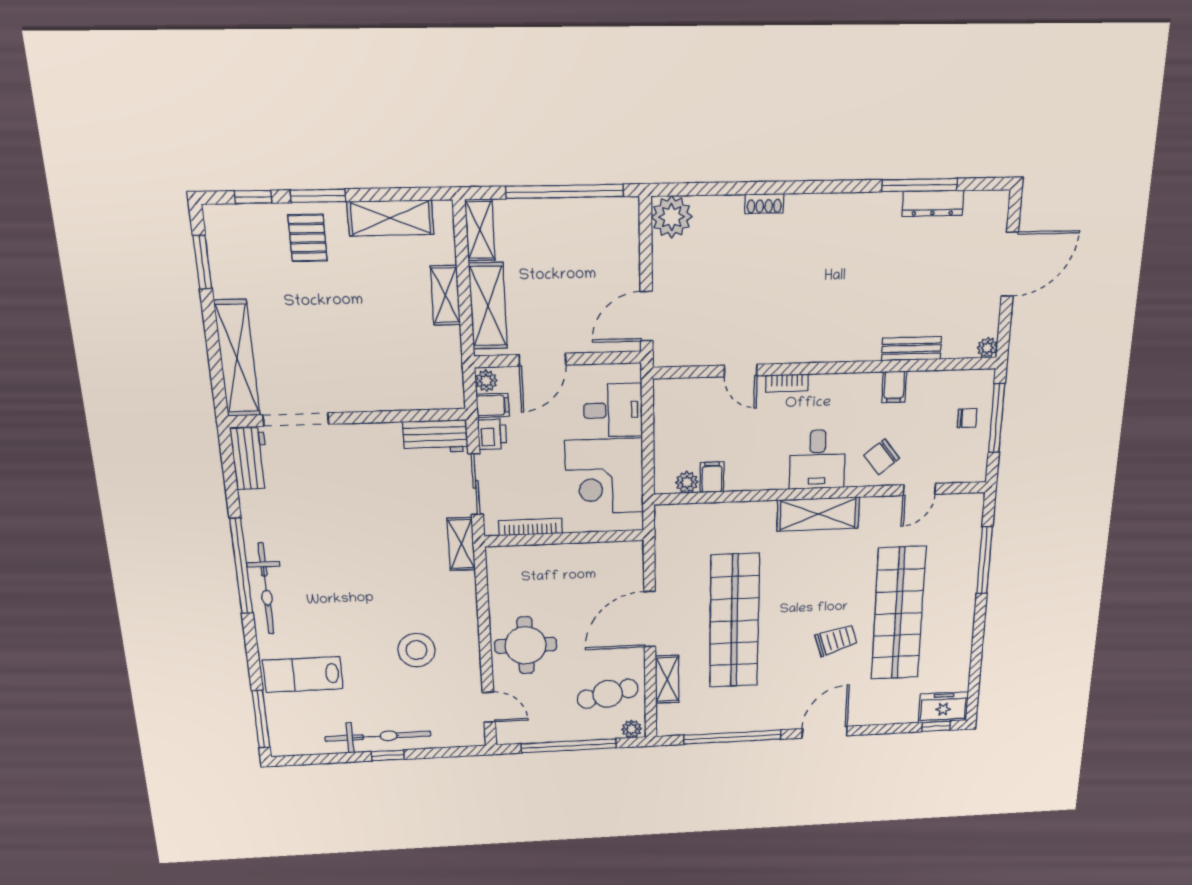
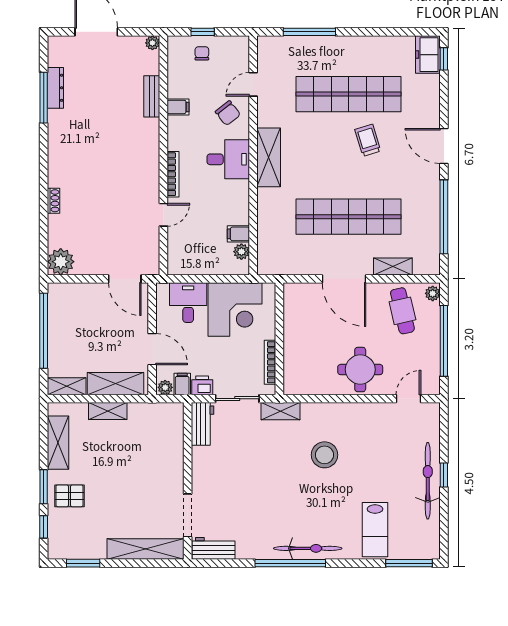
bookcase: (787, 383) -> (173, 174), width x1.56
window: (997, 418) -> (203, 32), width x0.46
door: (919, 490) -> (253, 84), swing flipped
stool: (417, 650) -> (325, 455), moved

